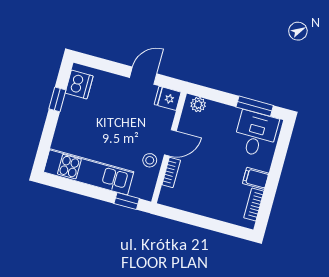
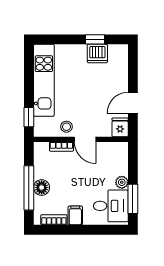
door: (143, 76) -> (133, 103), swing flipped
dishwasher: (79, 84) -> (97, 53), moved
plant: (198, 105) -> (122, 182), moved
floor lamp: (212, 209) -> (42, 188), added
window: (209, 223) -> (29, 188), added

